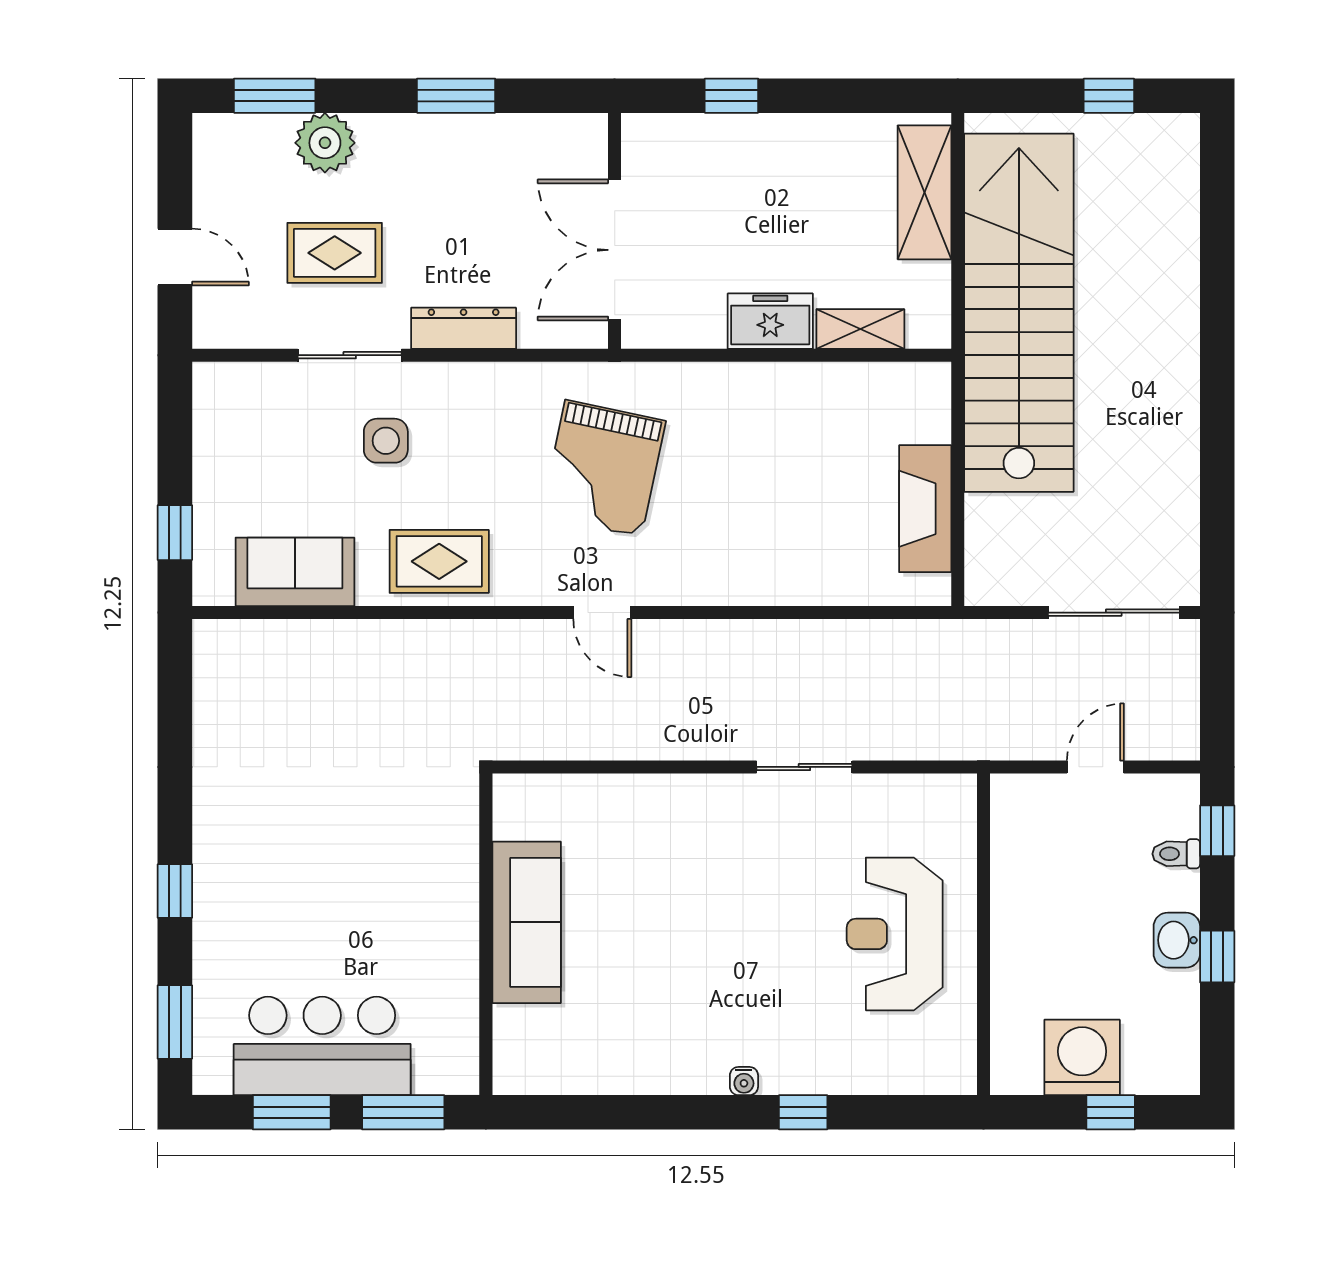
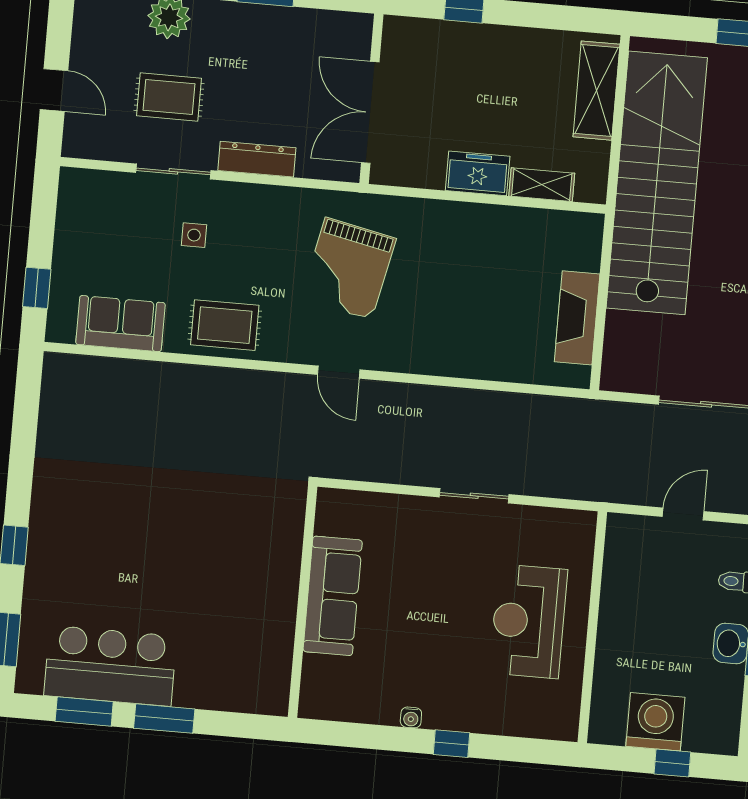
side table: (386, 441) -> (194, 235), width x0.73, depth x0.73
sofa: (527, 922) -> (333, 596), moved
wall: (486, 934) -> (303, 602), moved

